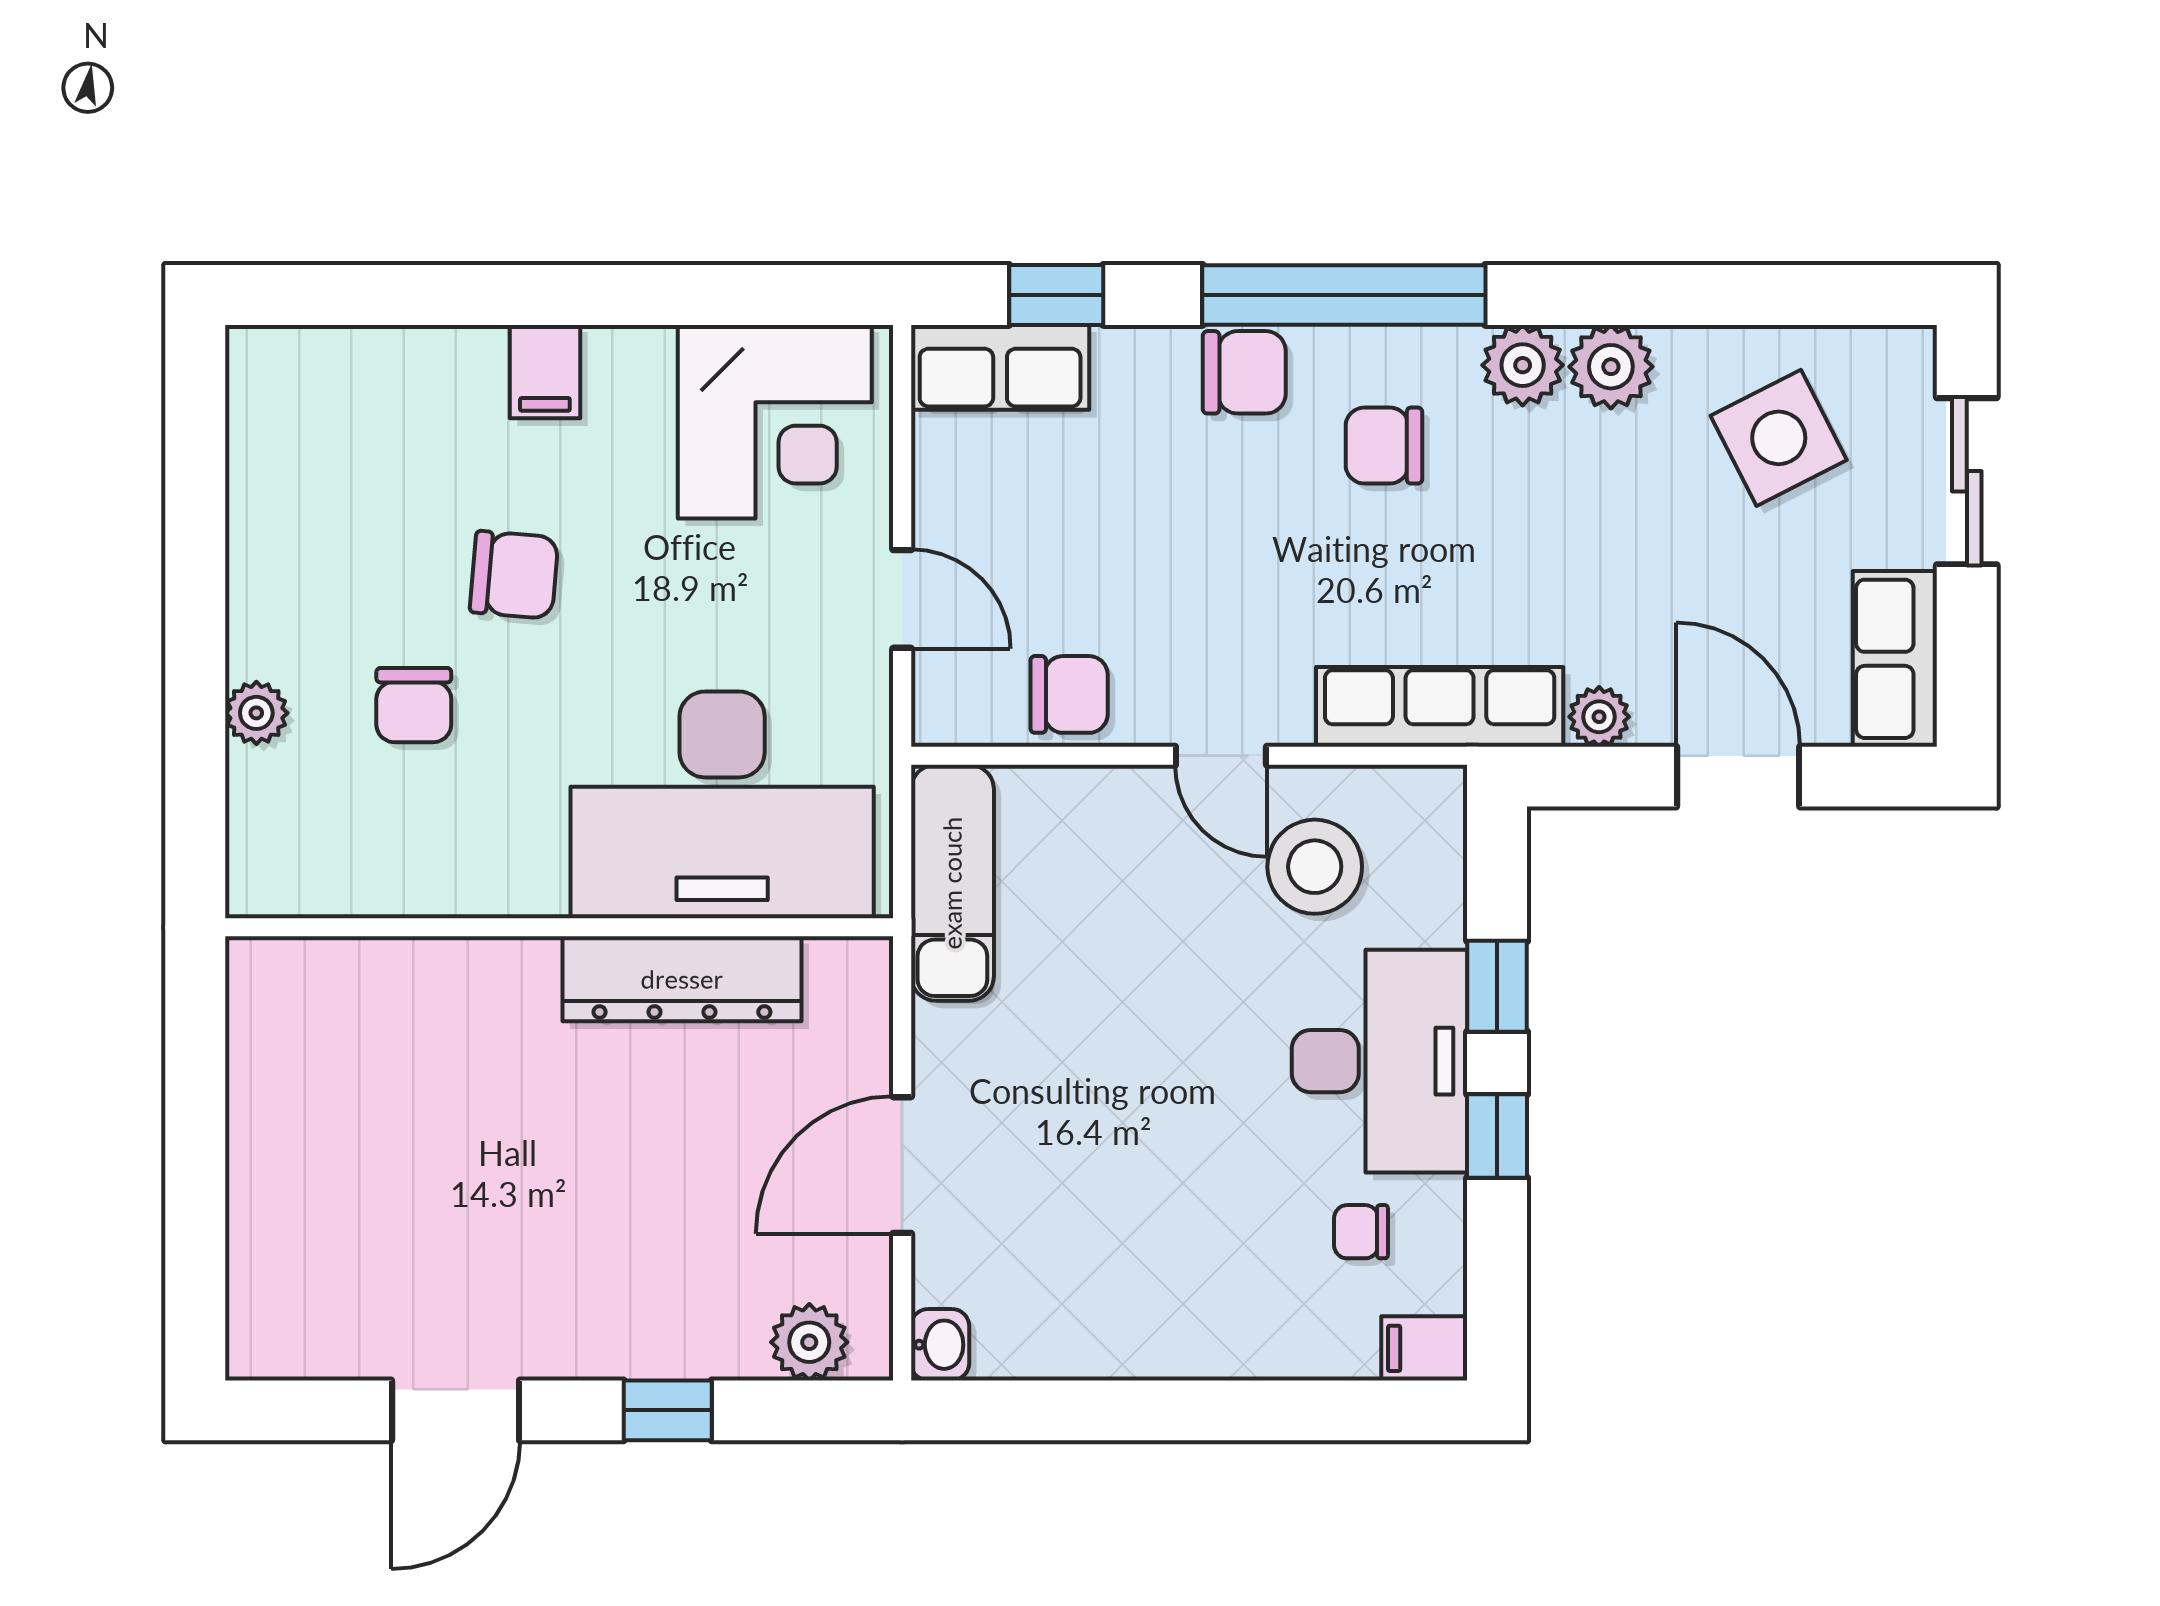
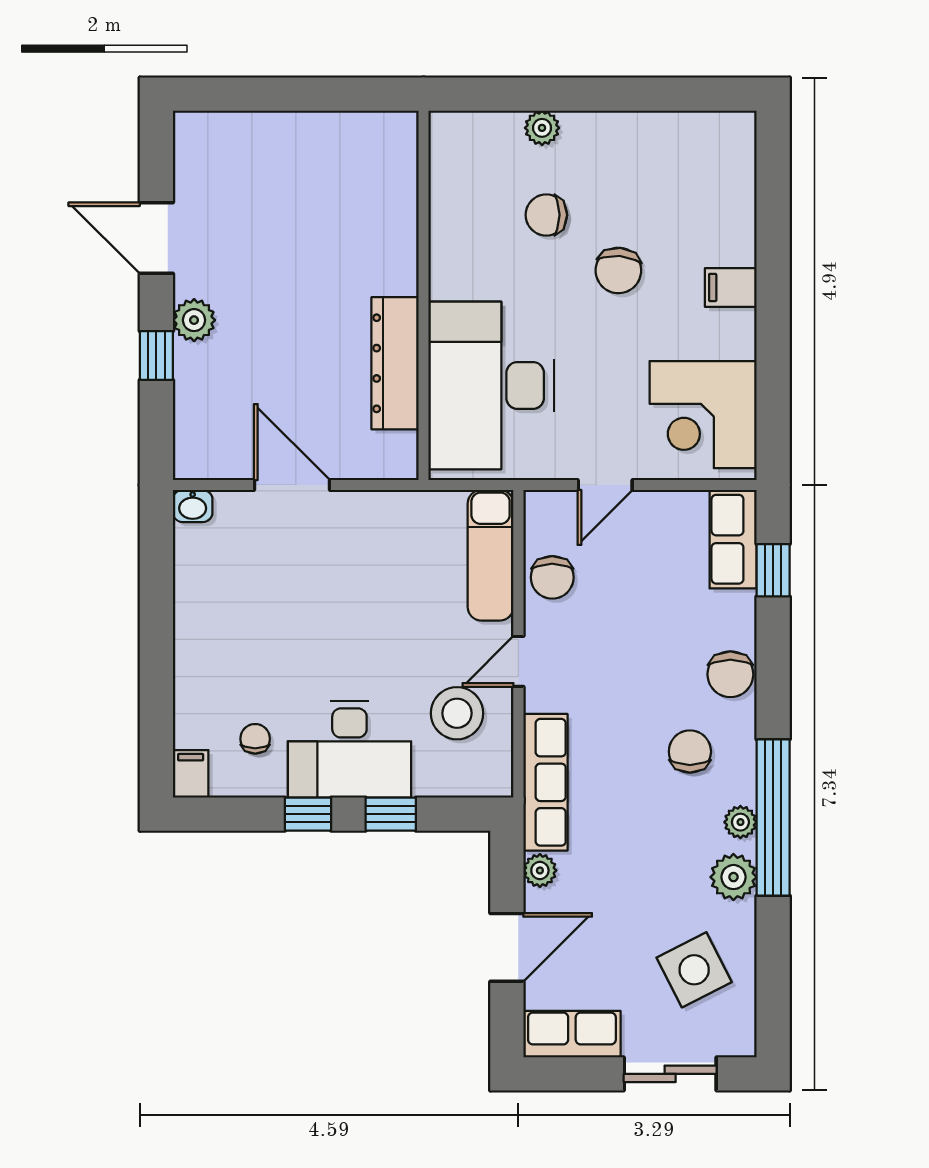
window: (1344, 295) -> (773, 818), moved
plant: (1523, 365) -> (740, 822), width x0.73, depth x0.73
exam couch: (952, 883) -> (491, 555), moved, turned 90
plant: (809, 1342) -> (194, 320), moved

